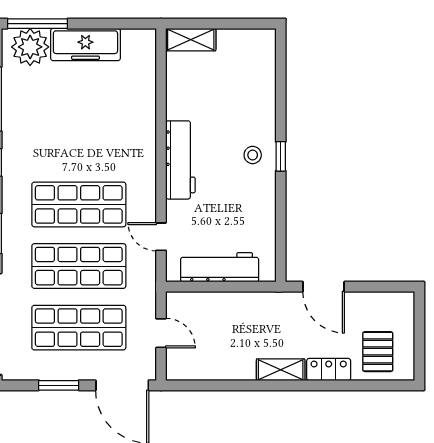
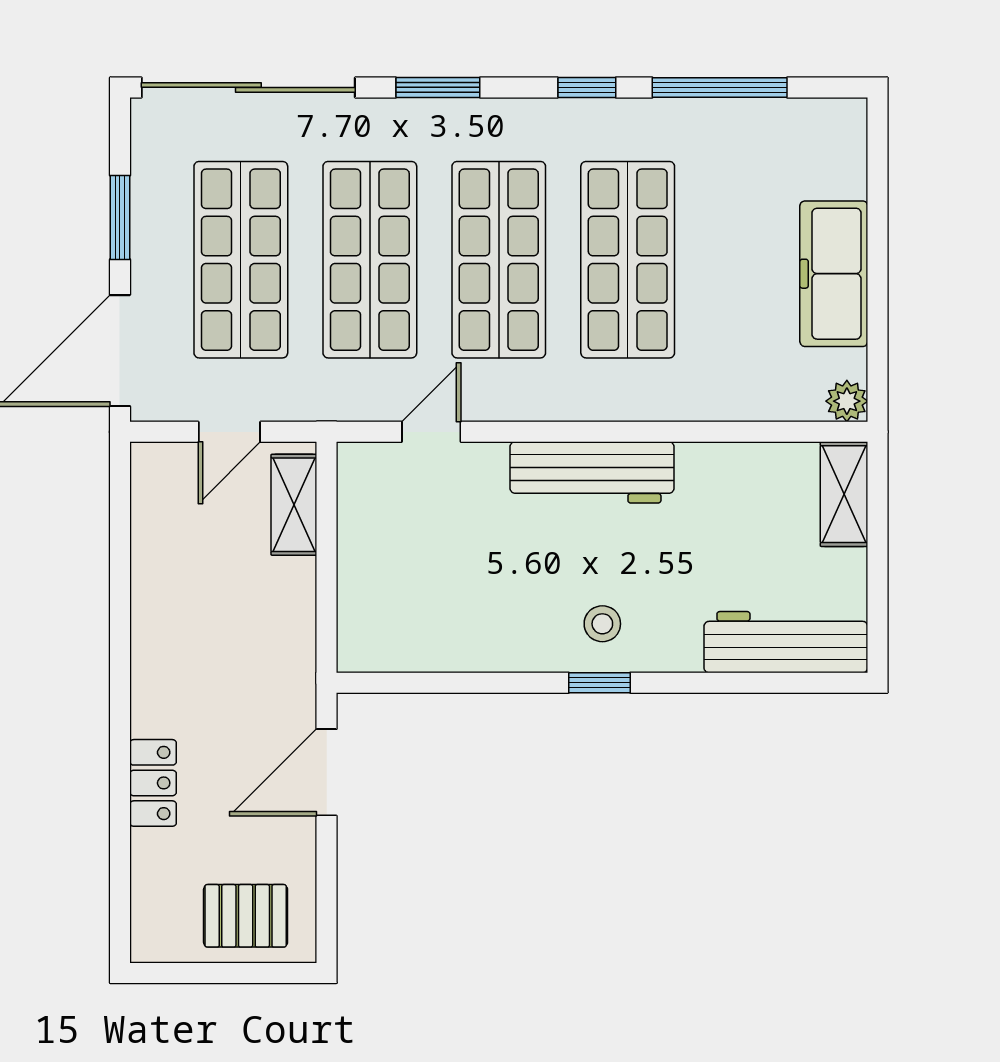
window: (37, 24) -> (878, 173), removed
plant: (30, 47) -> (847, 401), moved, width x0.53, depth x0.53
shop shelf: (79, 143) -> (628, 260), added
workbench: (220, 267) -> (786, 642), moved, turned -90
pallet: (378, 352) -> (246, 916), moved
shelving: (281, 370) -> (294, 505), moved

